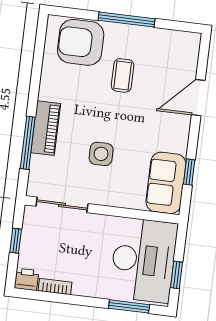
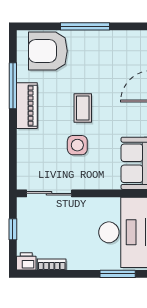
coffee table: (123, 75) -> (83, 108), moved
piano: (46, 128) -> (27, 106), moved
window: (28, 143) -> (13, 86), moved

